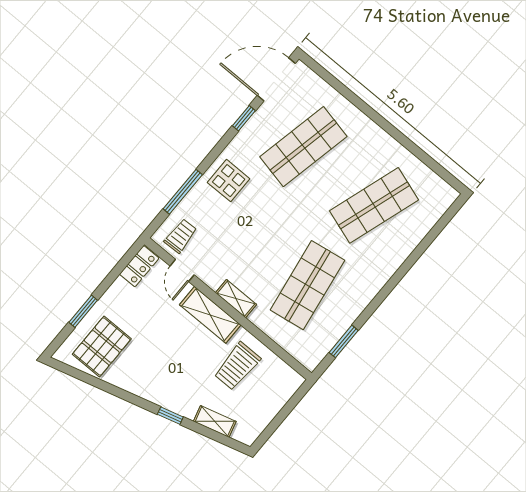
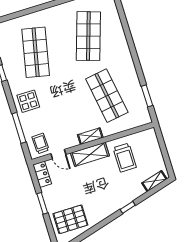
window: (83, 311) -> (42, 203), moved
pallet: (102, 346) -> (70, 219), turned 90
shelving: (215, 421) -> (154, 181), moved

